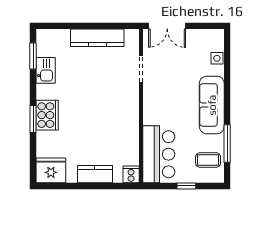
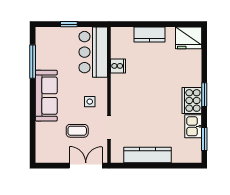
side table: (217, 58) -> (90, 102), moved
cooker: (47, 115) -> (192, 100), moved
window: (33, 119) -> (204, 95), moved
coffee table: (208, 160) -> (77, 131), moved
cooker: (131, 174) -> (118, 66), moved, turned -90

